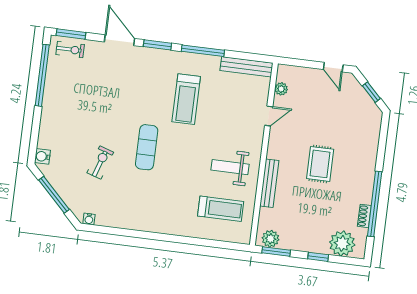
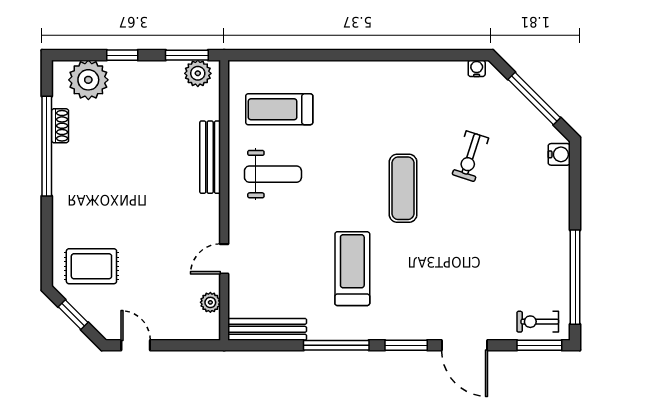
rug: (320, 164) -> (91, 266), moved, turned 90

